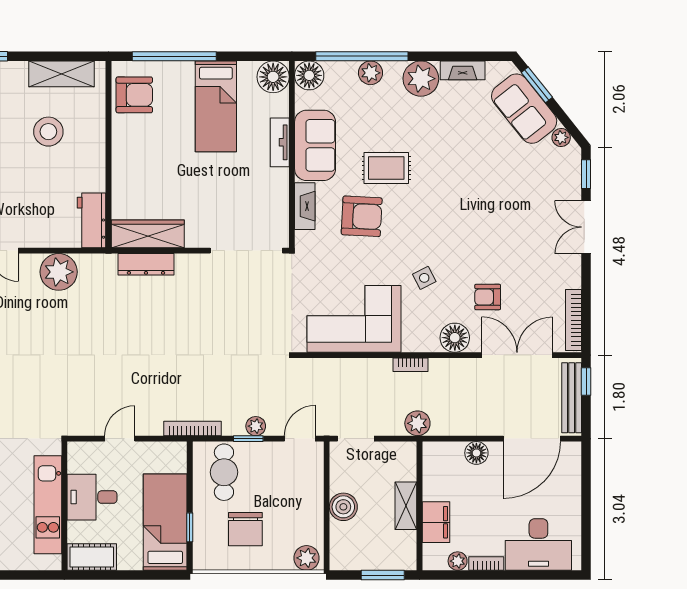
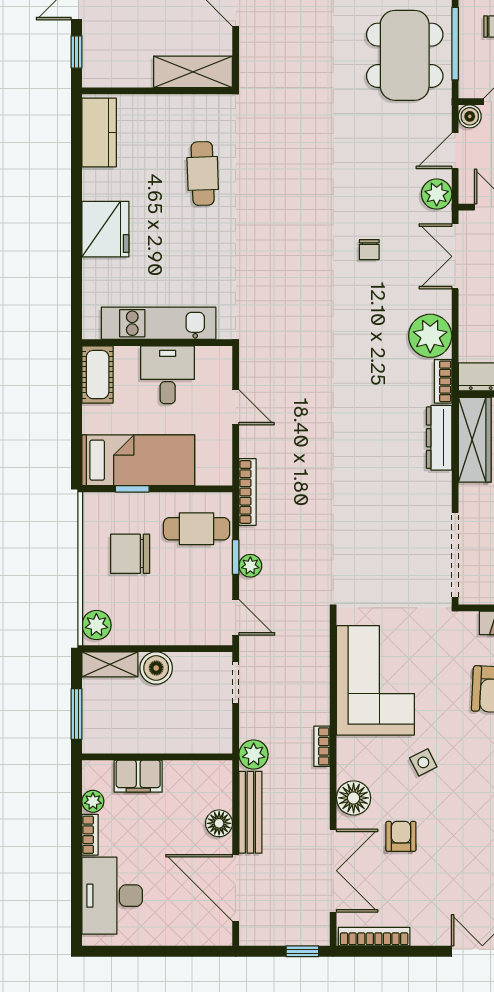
bookcase: (98, 261) -> (443, 381), added
bench: (572, 398) -> (250, 812), moved, turned 90
shelving: (406, 506) -> (110, 664), moved

